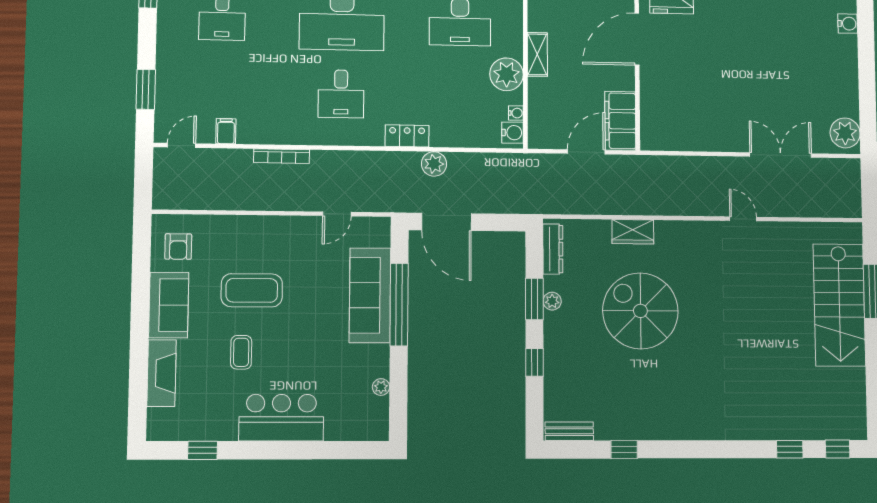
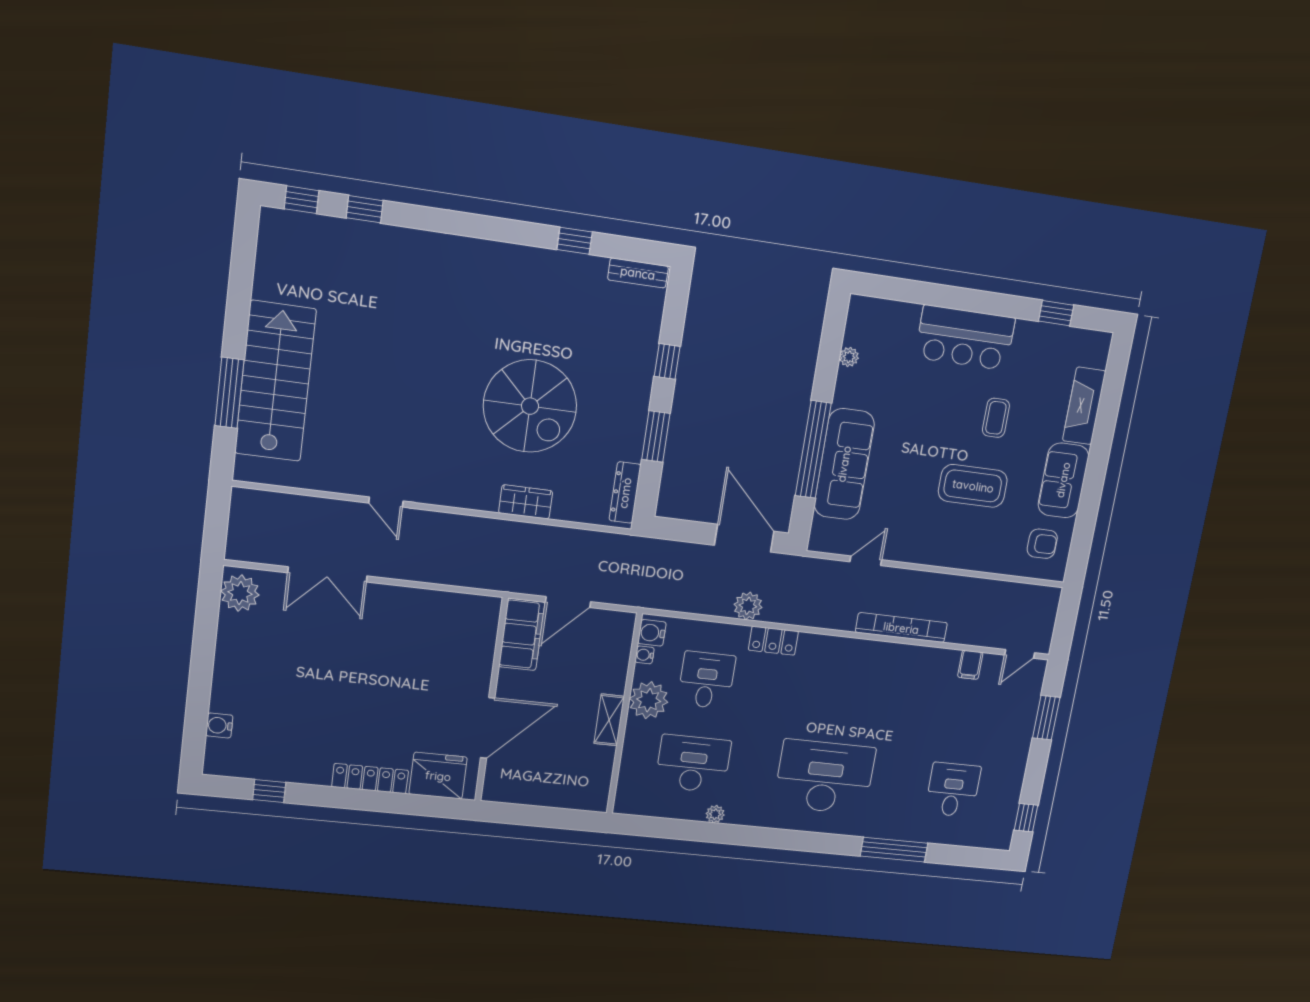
desk: (341, 94) -> (707, 680), moved
bookcase: (282, 156) -> (901, 628), width x1.48, depth x1.31
armchair: (178, 247) -> (1042, 544), turned 90
plant: (552, 301) -> (635, 431), removed

